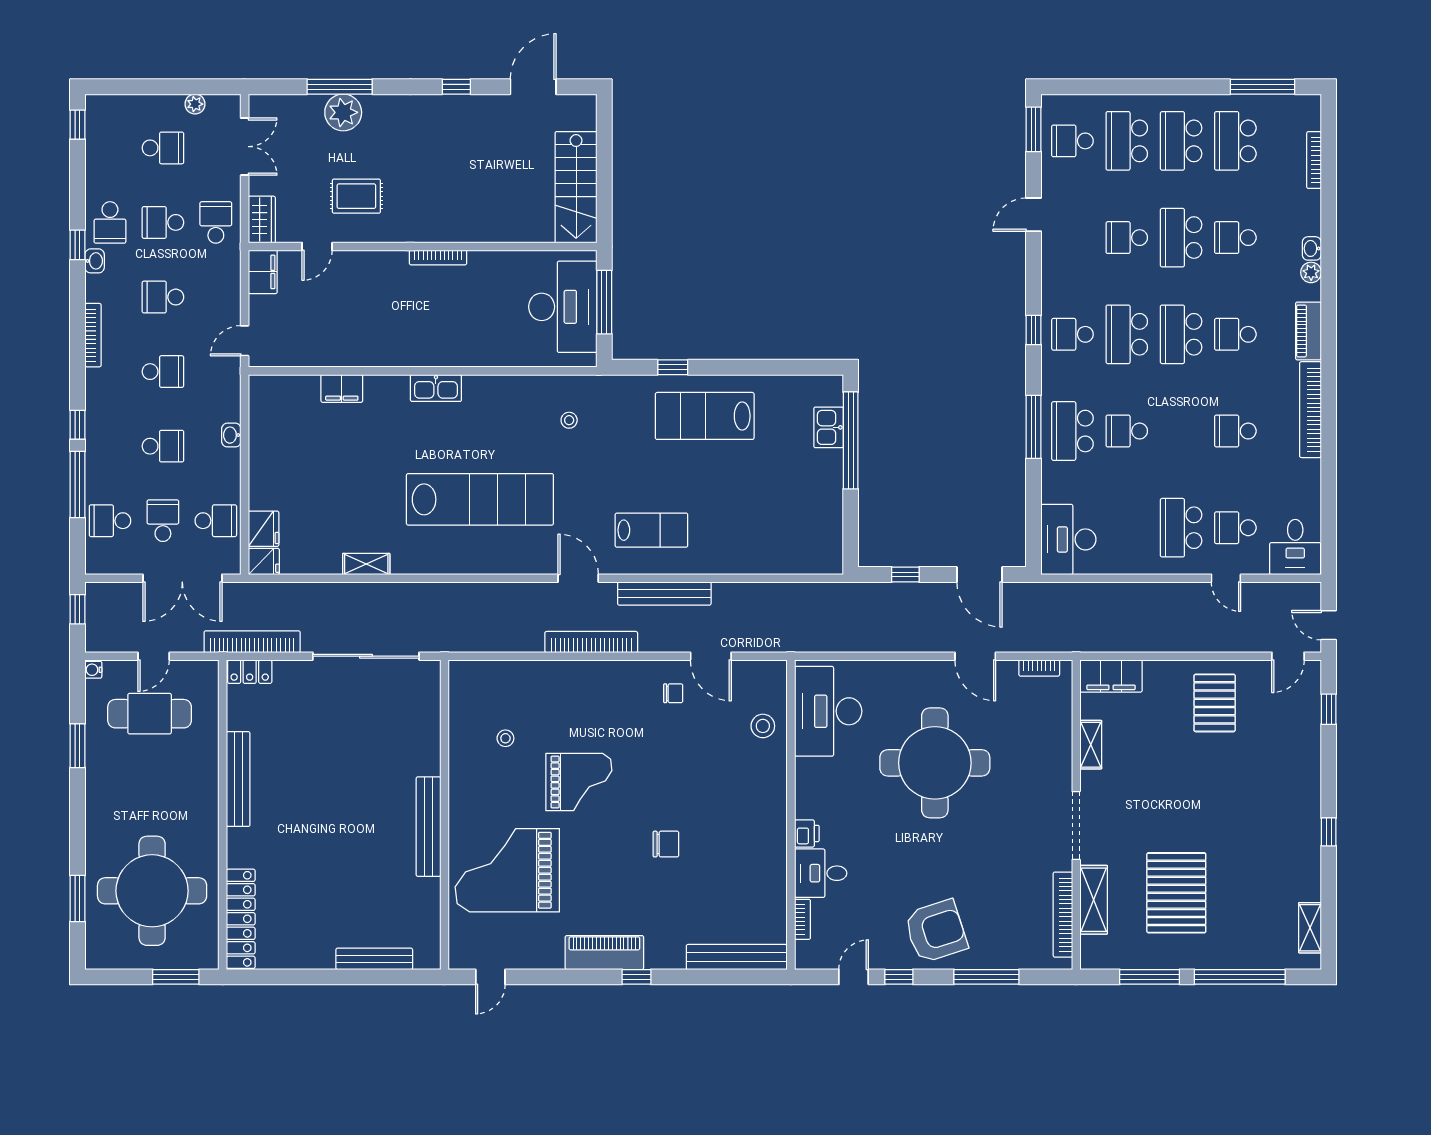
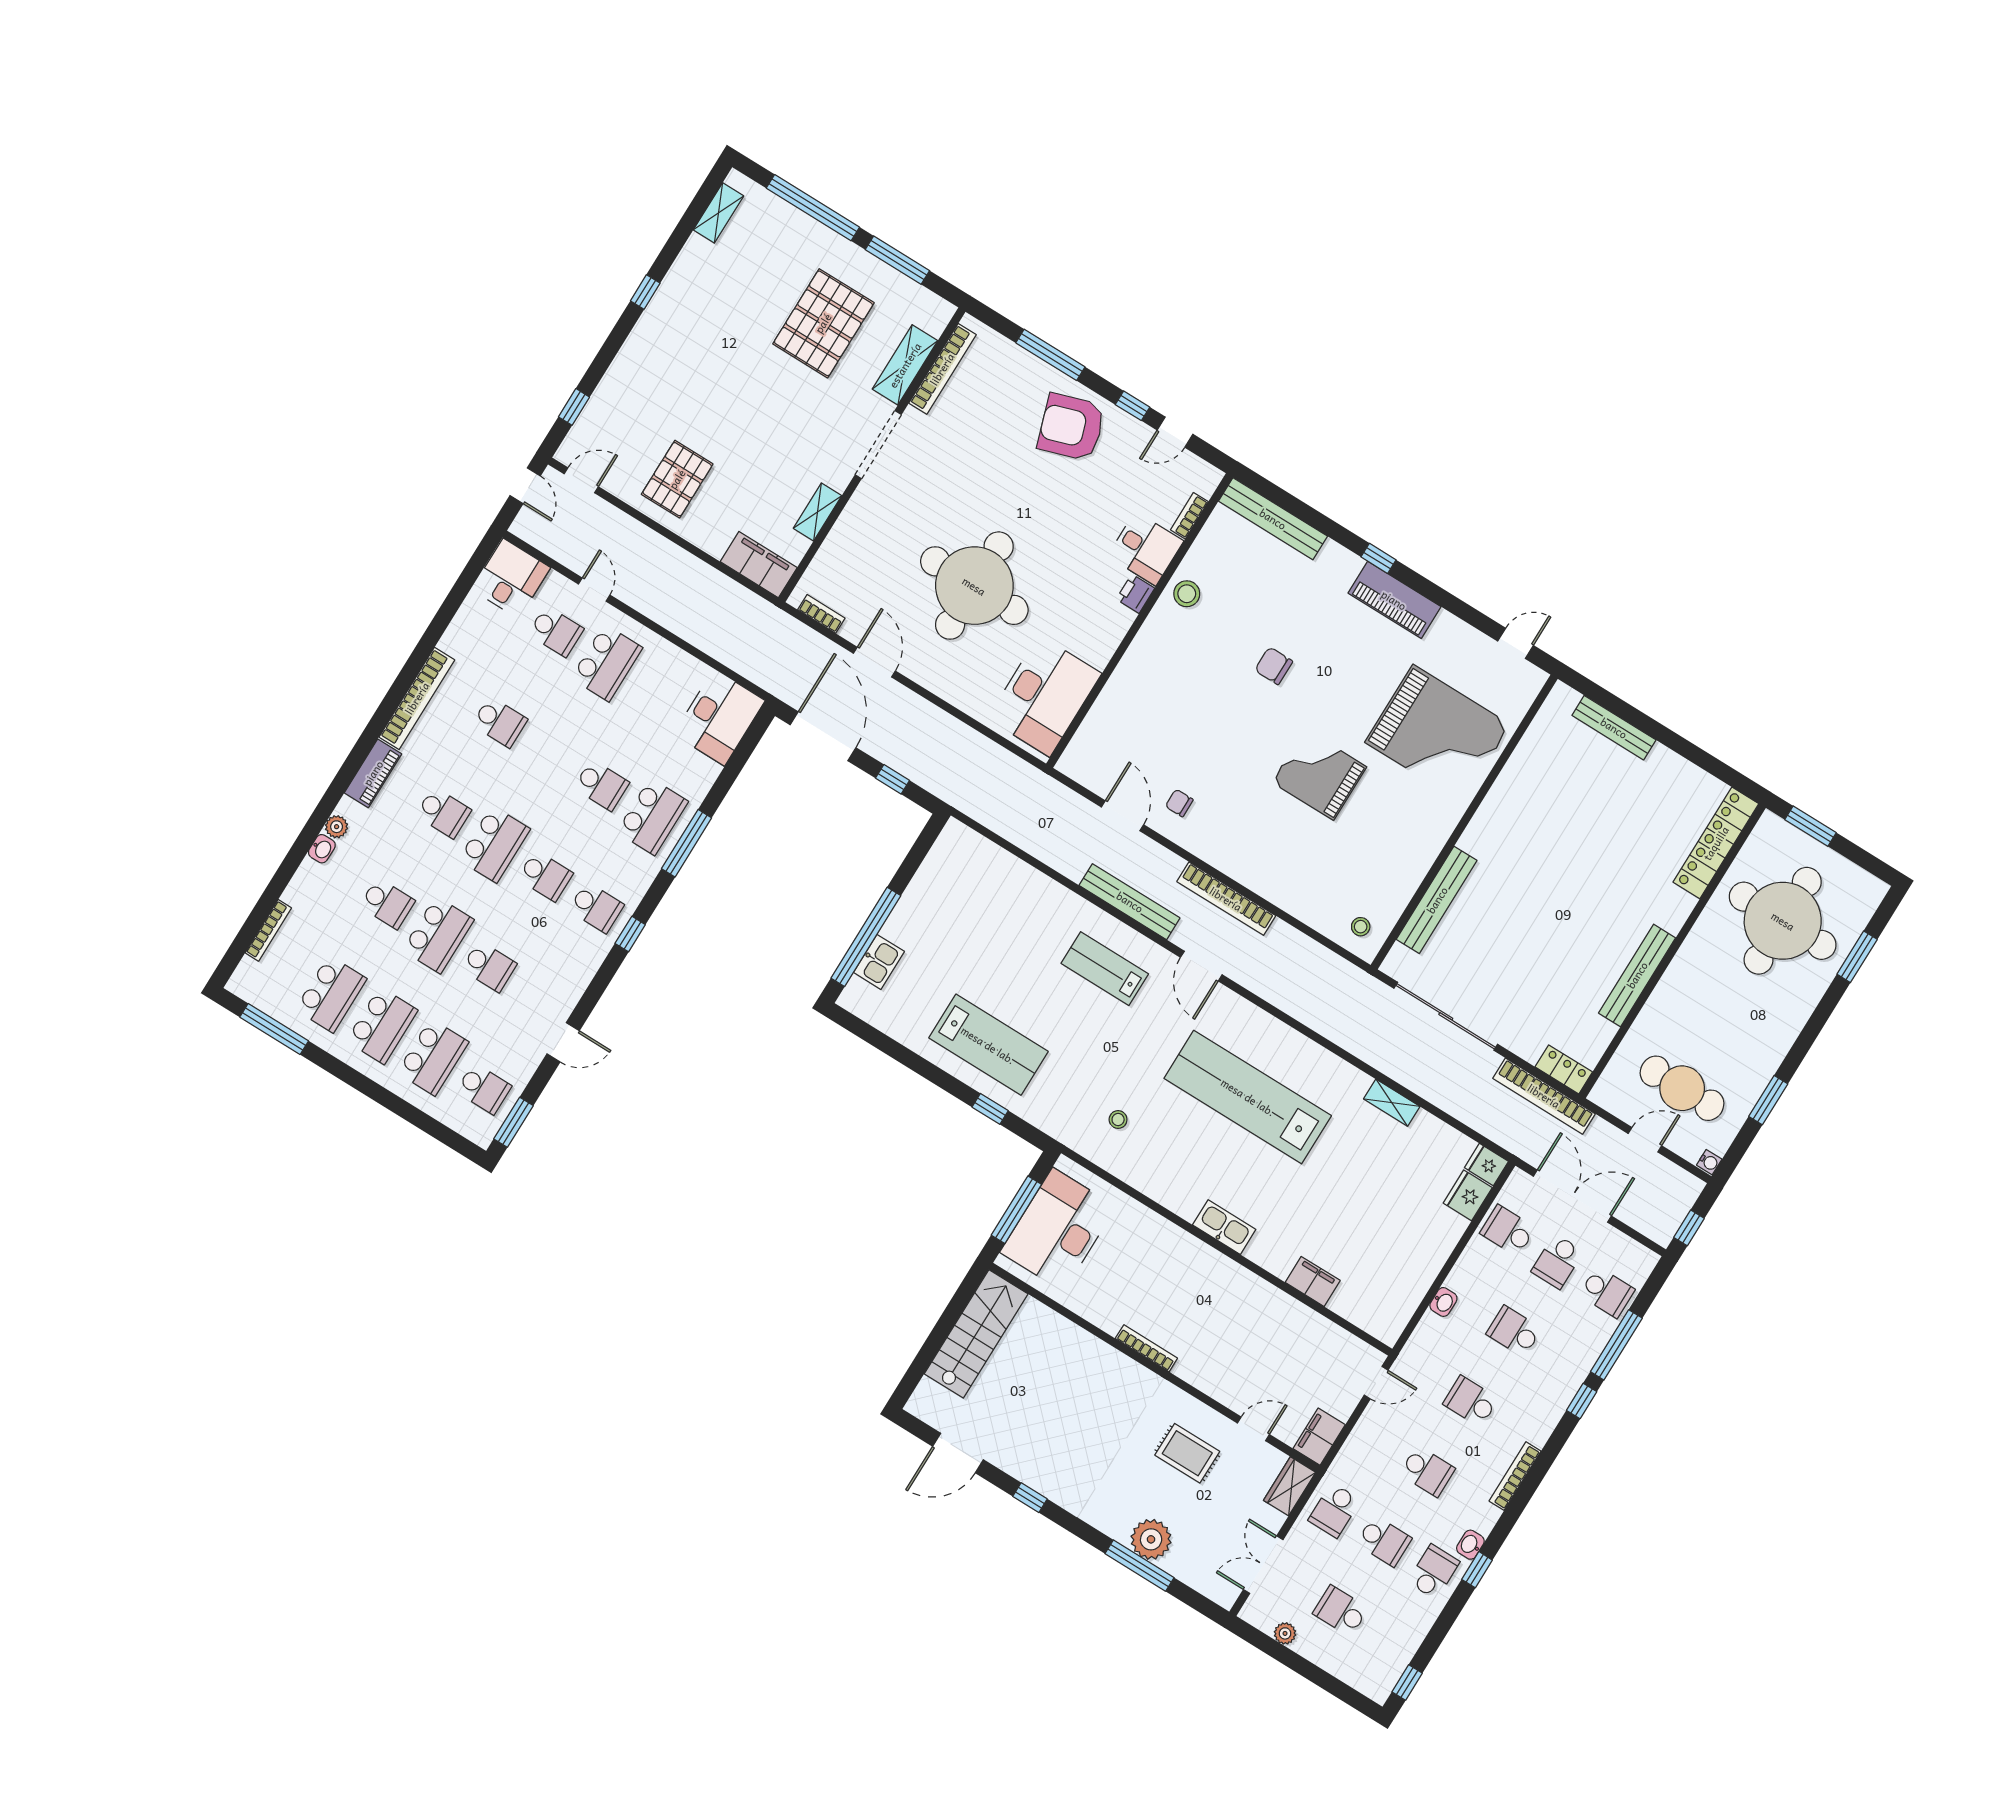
school desk: (1127, 334) -> (545, 876), width x0.54
door: (979, 575) -> (823, 736), width x1.36
stool: (763, 726) -> (1187, 594), moved
stool: (505, 738) -> (1361, 927), moved
bench: (429, 827) -> (1437, 900), moved

